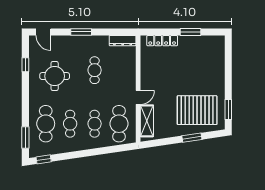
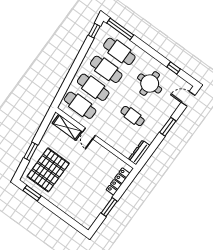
cafe table: (70, 124) -> (106, 69), width x1.37, depth x1.35
cafe table: (95, 124) -> (93, 87), width x1.37, depth x1.35
window: (25, 137) -> (120, 29), width x1.44

